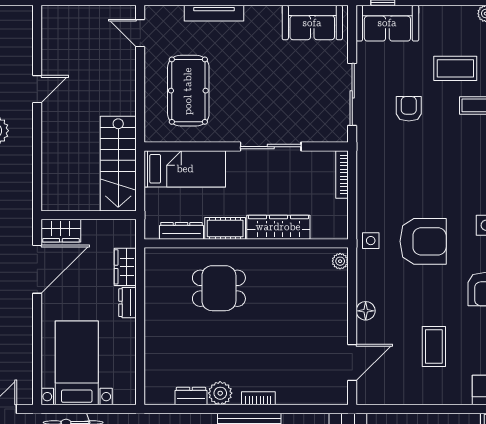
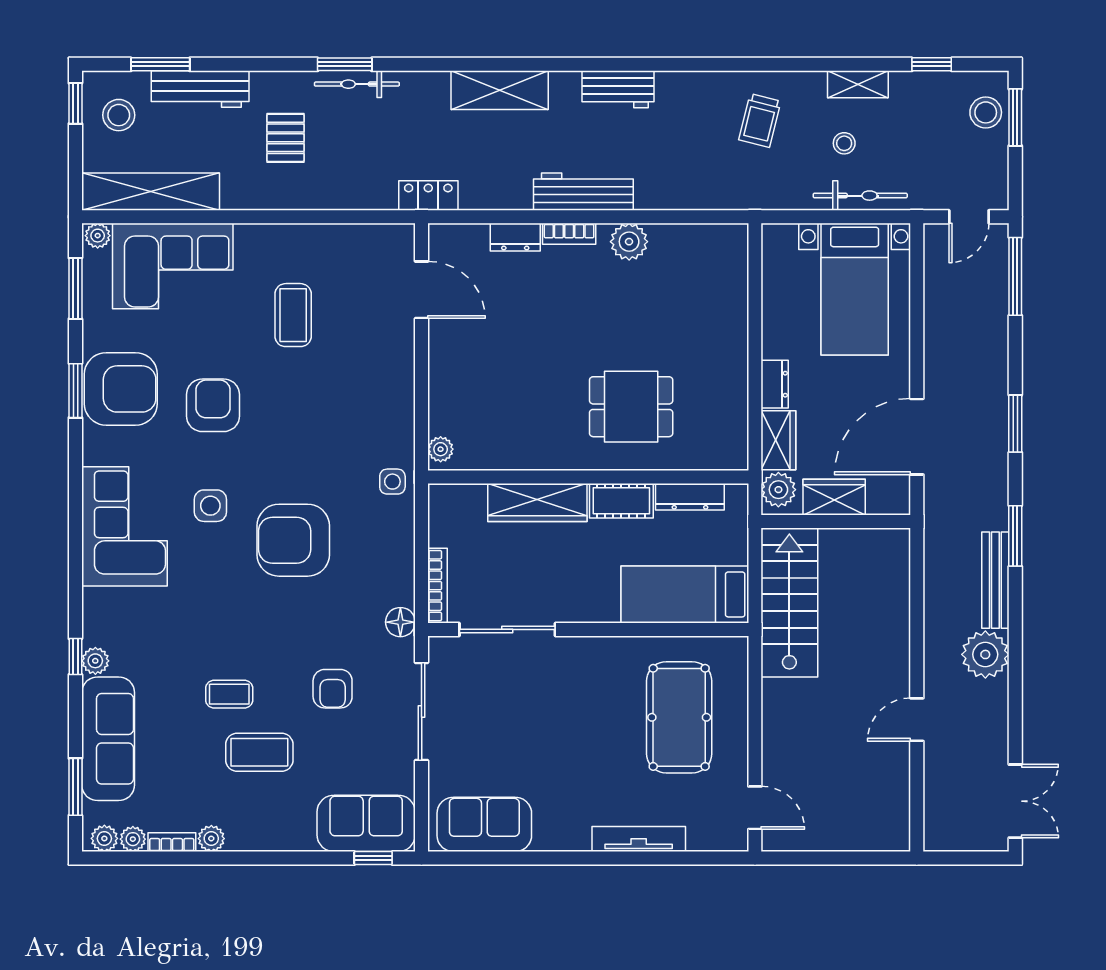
sliding door: (271, 147) -> (507, 629), moved
wardrobe: (61, 231) -> (834, 497), moved
plant: (125, 235) -> (778, 490), added
armchair: (423, 241) -> (293, 540), moved
floor lamp: (366, 311) -> (400, 622), moved
door: (352, 363) -> (422, 290), swing flipped
dresser: (191, 396) -> (515, 237), moved

